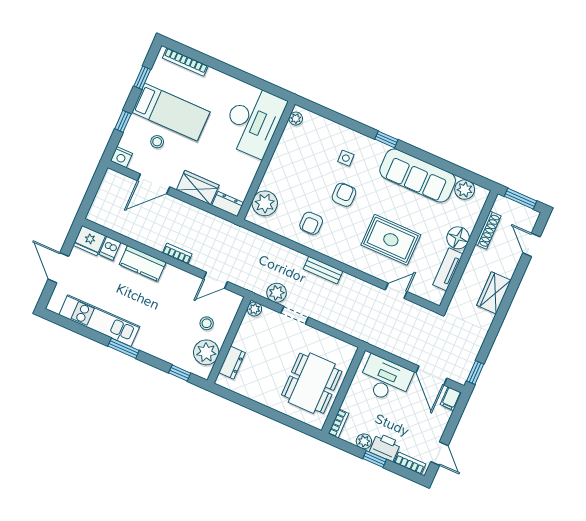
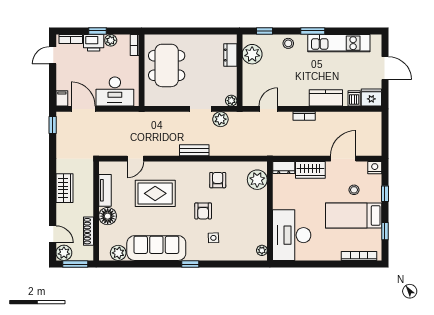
plant: (528, 218) -> (64, 253), added
stool: (207, 323) -> (288, 43), moved
door: (439, 454) -> (53, 55), hinge flipped

